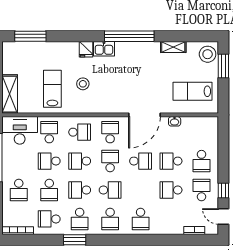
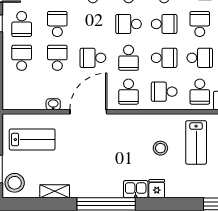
school desk: (171, 161) -> (57, 58), turned -90
school desk: (171, 190) -> (57, 24), turned -90

